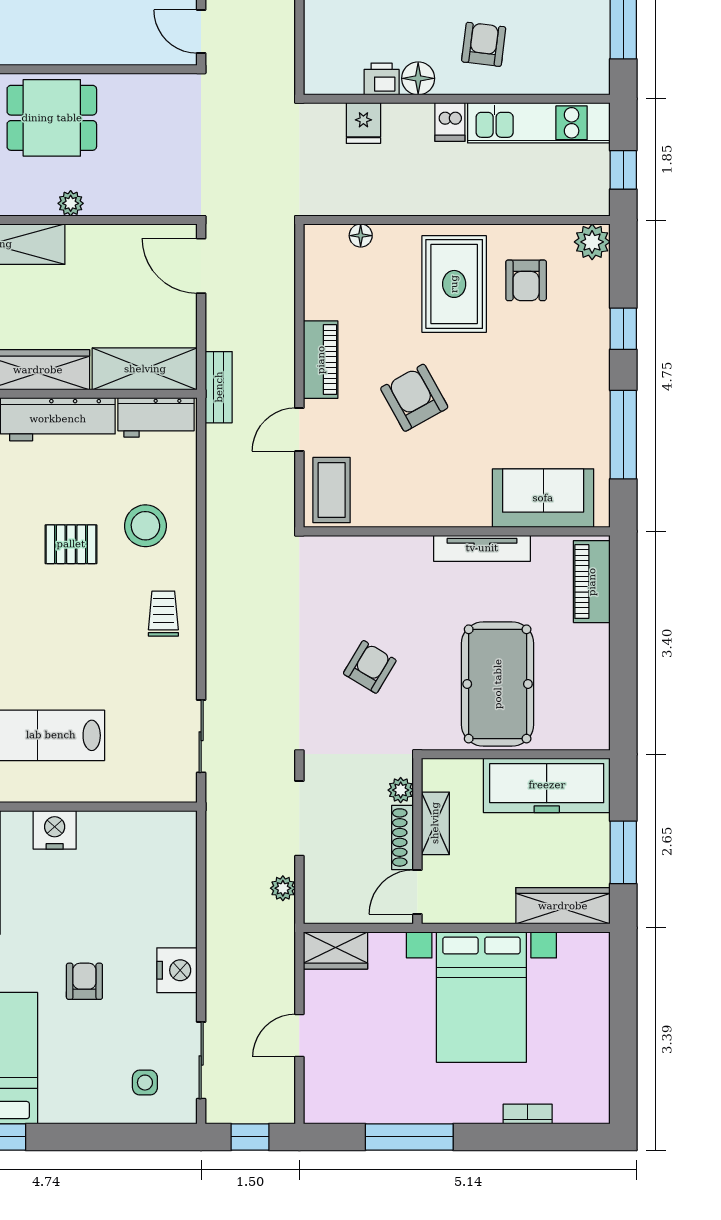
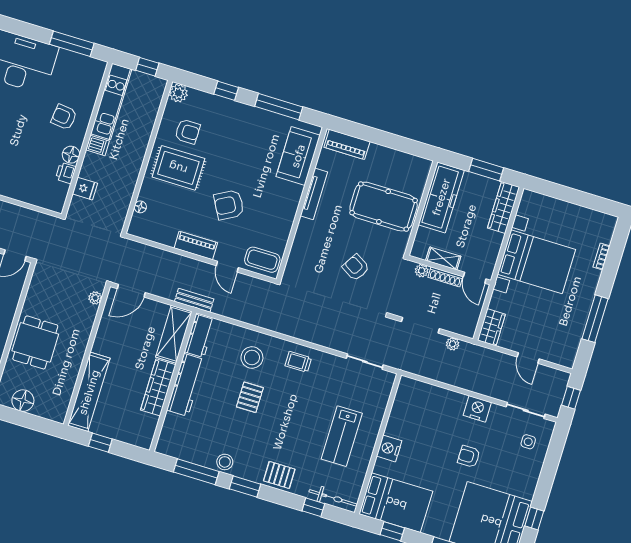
plant: (71, 203) -> (95, 298), moved

